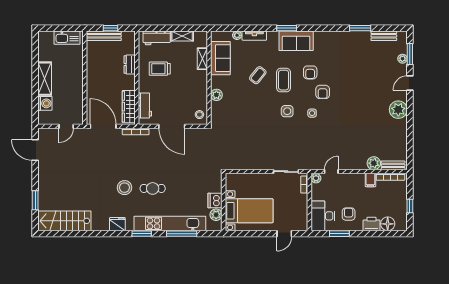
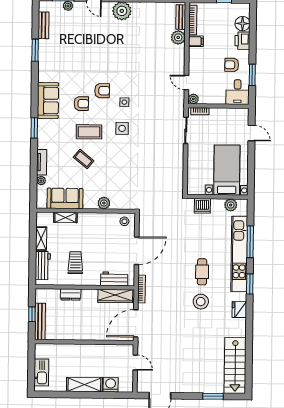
kitchen sink: (67, 38) -> (41, 372), moved
sofa: (296, 41) -> (48, 100), moved
trolley: (160, 69) -> (75, 263), turned 180
dishwasher: (215, 200) -> (202, 206), moved
desk: (323, 216) -> (238, 92), width x0.73

